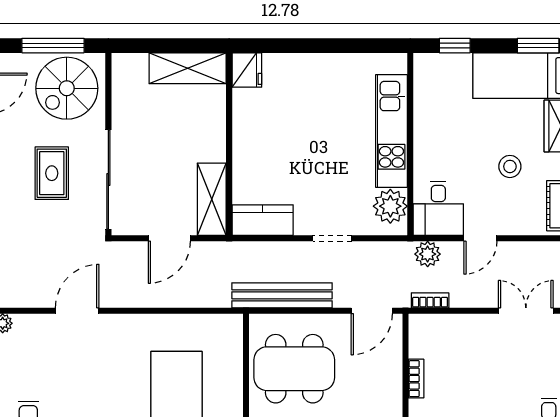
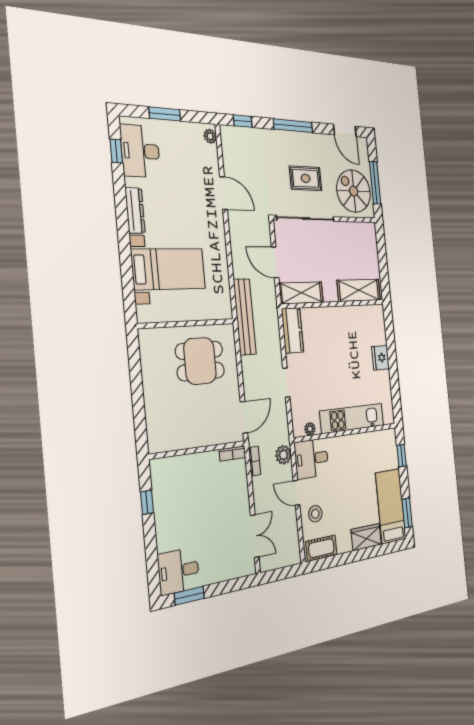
shelving: (188, 68) -> (359, 290), moved, turned 90
fridge: (247, 70) -> (381, 358), moved, turned 90
stool: (510, 166) -> (315, 514), moved
plant: (390, 206) -> (310, 429), width x0.53, depth x0.53
bench: (282, 295) -> (245, 317), moved
door: (372, 311) -> (244, 417), swing flipped
dining table: (294, 369) -> (200, 361), width x0.73
bookcase: (416, 379) -> (233, 453), moved

